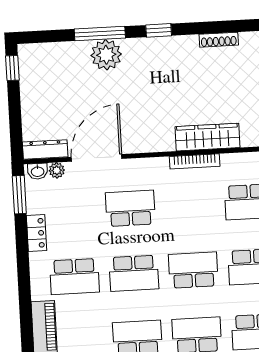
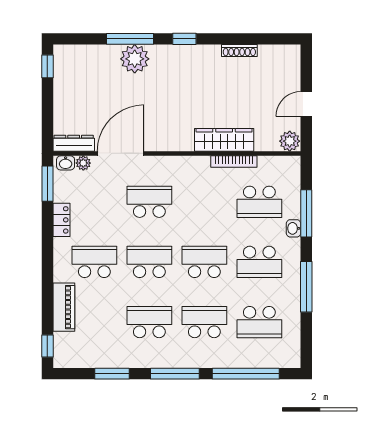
bookcase: (195, 161) -> (234, 162), moved
school desk: (134, 273) -> (149, 262), turned 180
school desk: (74, 276) -> (94, 262), turned 180

